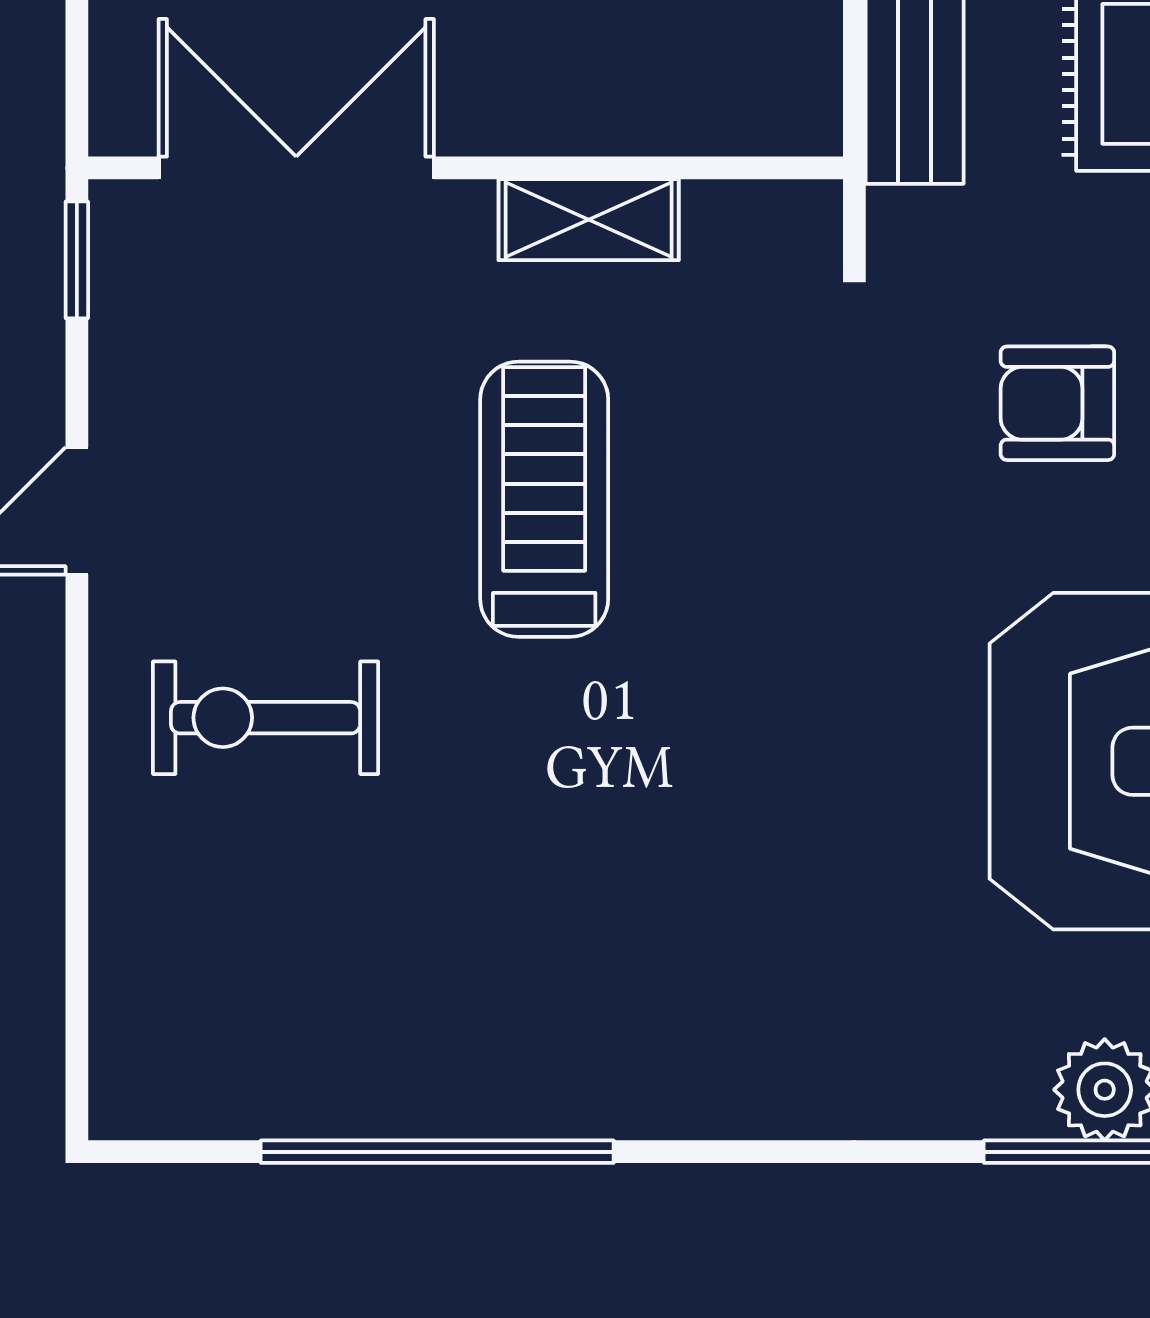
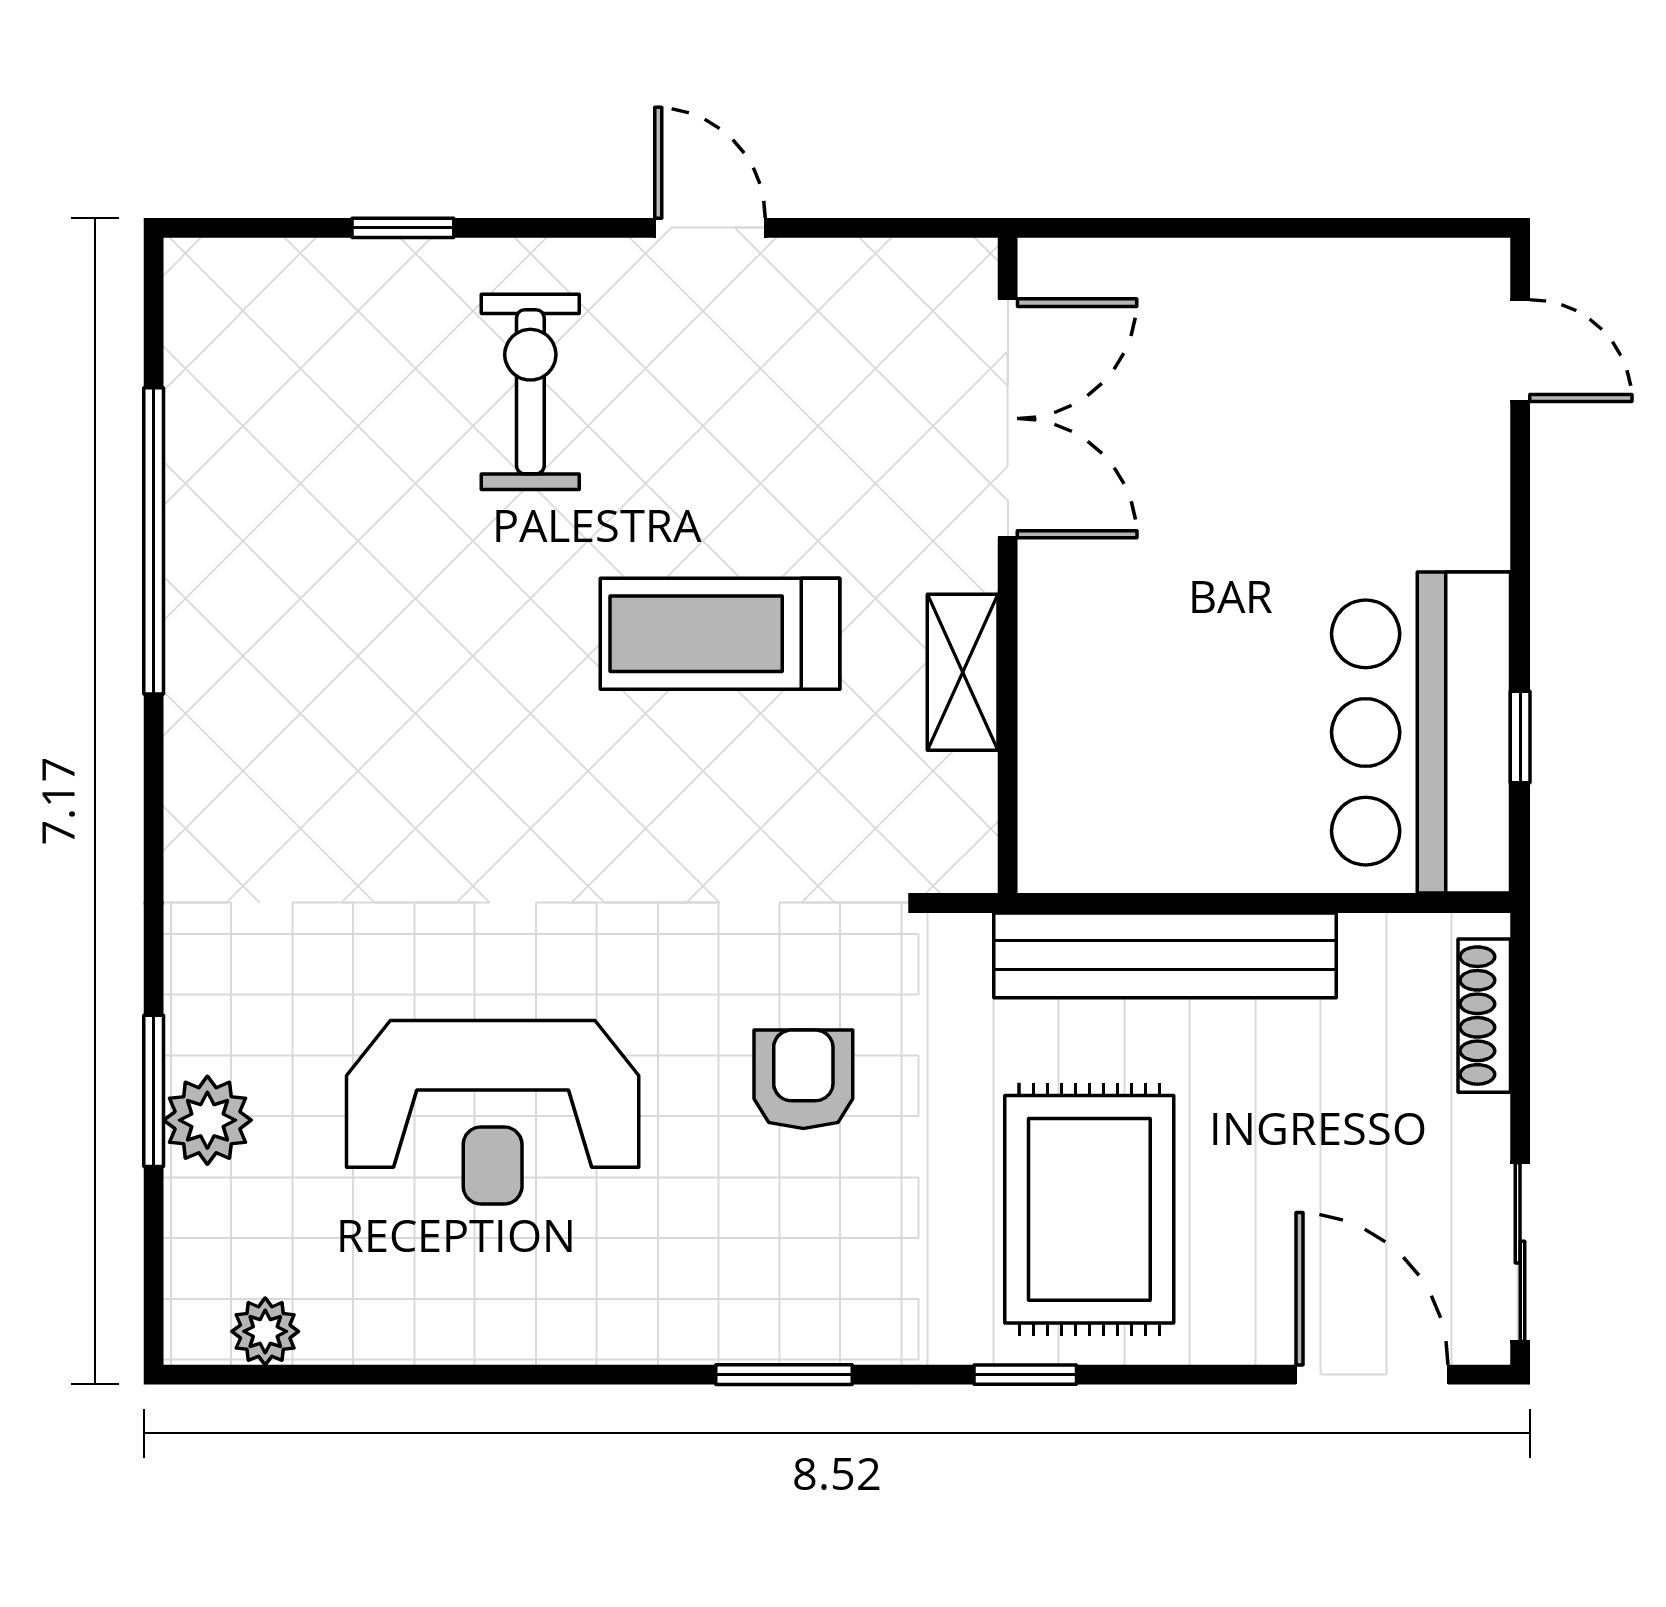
window: (77, 260) -> (403, 228), moved
treadmill: (544, 499) -> (720, 634), turned 180

